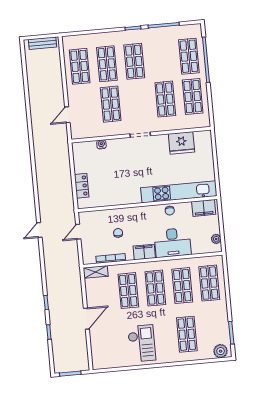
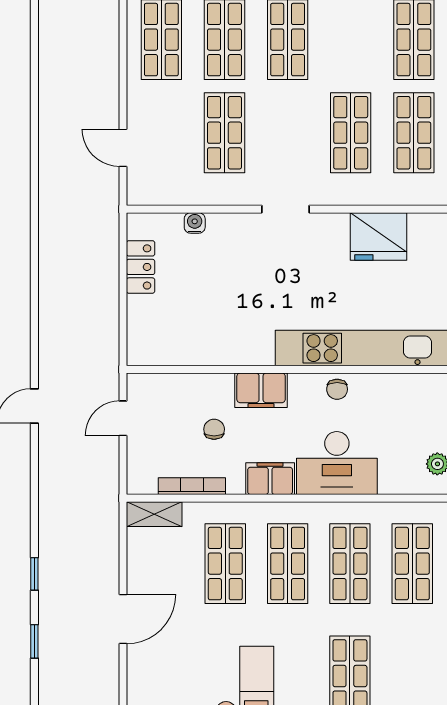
door: (67, 115) -> (123, 148), hinge flipped
locker: (82, 186) -> (141, 267), moved
filing cabinet: (204, 208) -> (261, 390), moved

